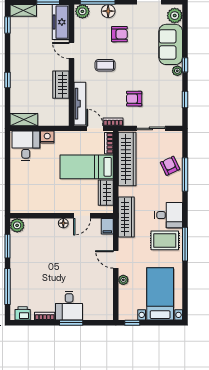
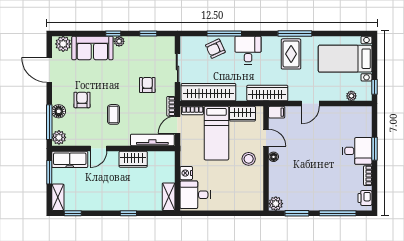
armchair: (134, 99) -> (147, 85), turned 180
stool: (61, 199) -> (249, 159), added
desk: (169, 215) -> (248, 50), moved
plant: (123, 280) -> (351, 96), moved

